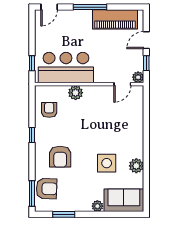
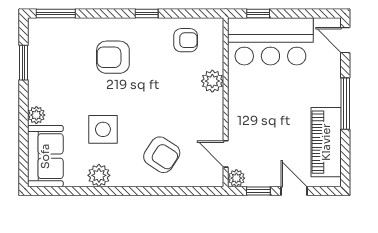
bar counter: (66, 68) -> (270, 41), moved, turned 90
armchair: (47, 189) -> (162, 155), moved, turned -59

